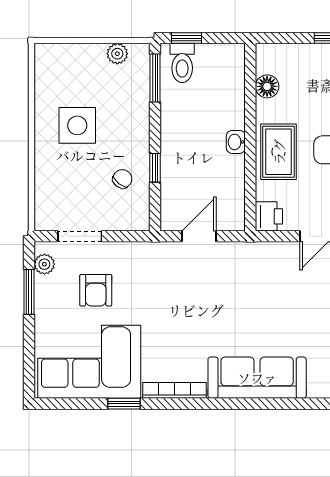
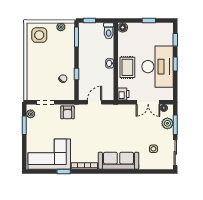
toilet: (182, 63) -> (109, 31), moved
floor lamp: (267, 86) -> (123, 27), moved
side table: (77, 125) -> (39, 35), moved
armchair: (96, 290) -> (68, 112), moved

